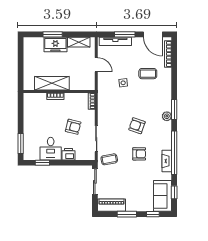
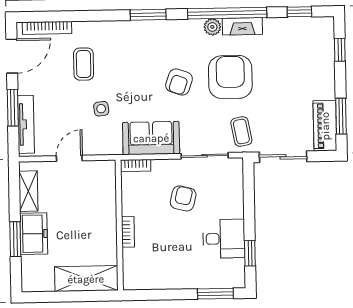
shelving: (52, 83) -> (86, 279), moved, turned 90
plant: (167, 116) -> (212, 27), moved
printer: (69, 154) -> (233, 206), removed
armchair: (139, 154) -> (230, 77), width x1.88, depth x1.88
sofa: (162, 196) -> (151, 138), moved, turned 180
window: (127, 214) -> (341, 116), moved

